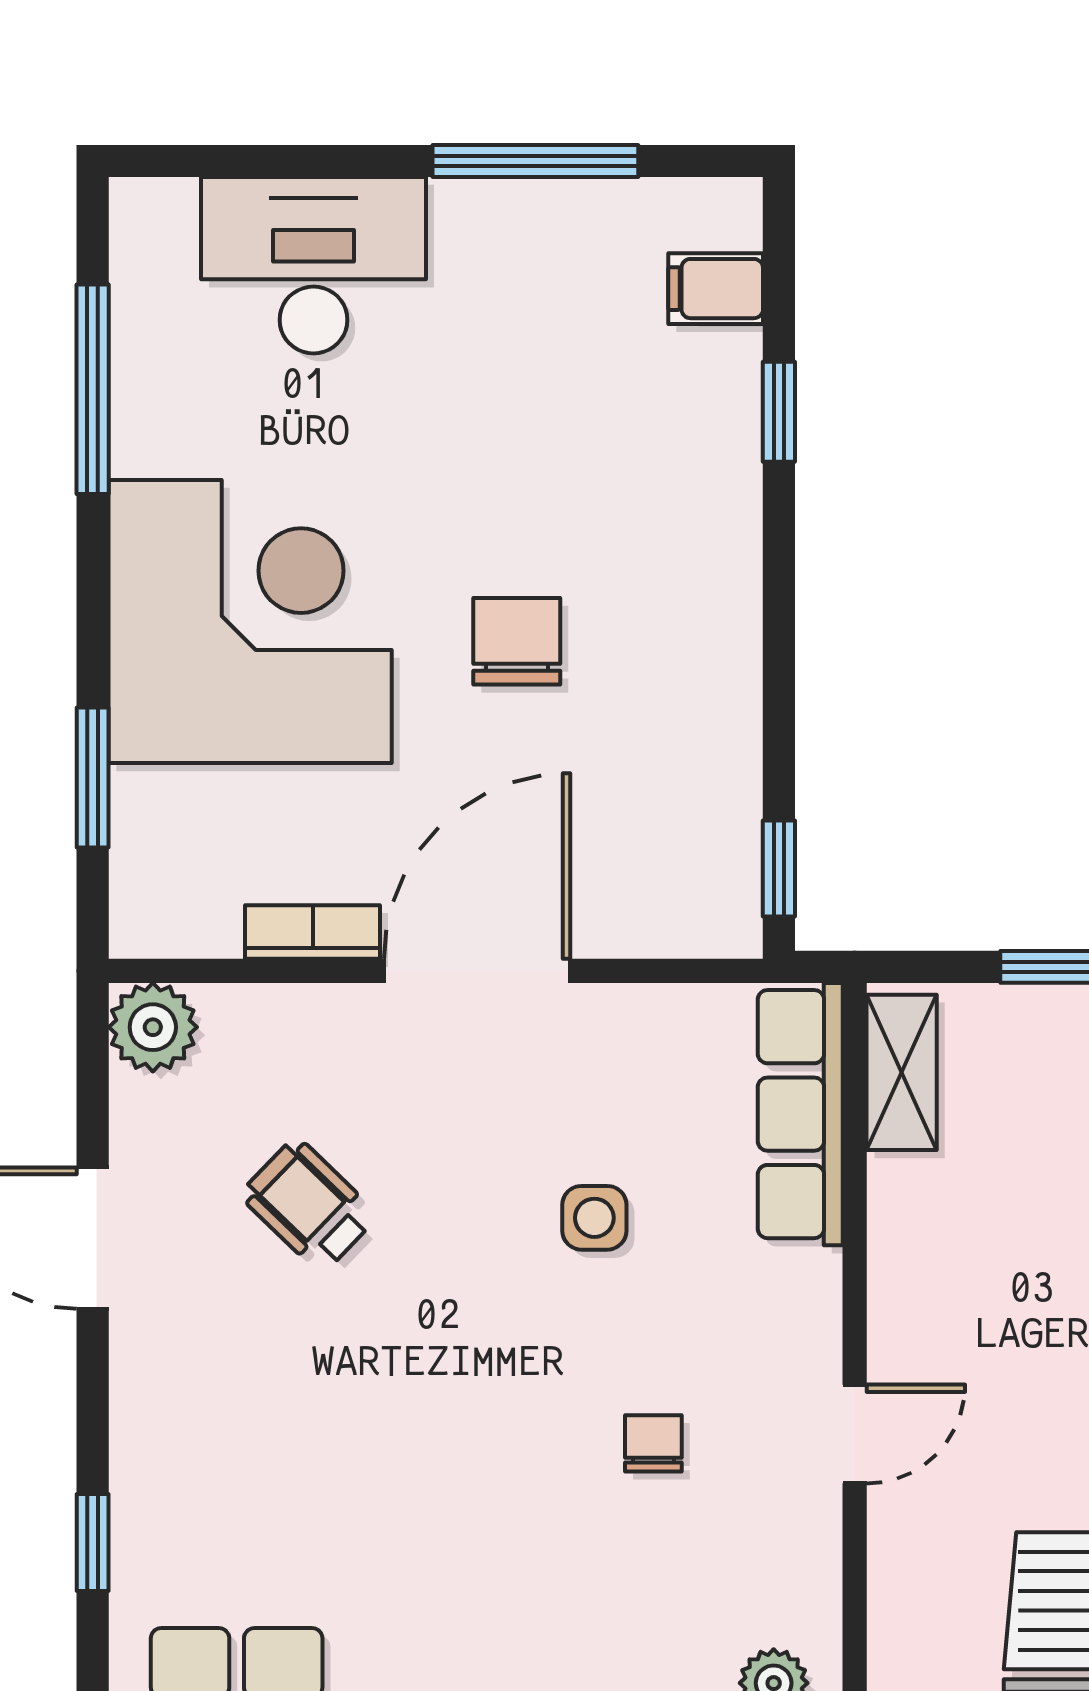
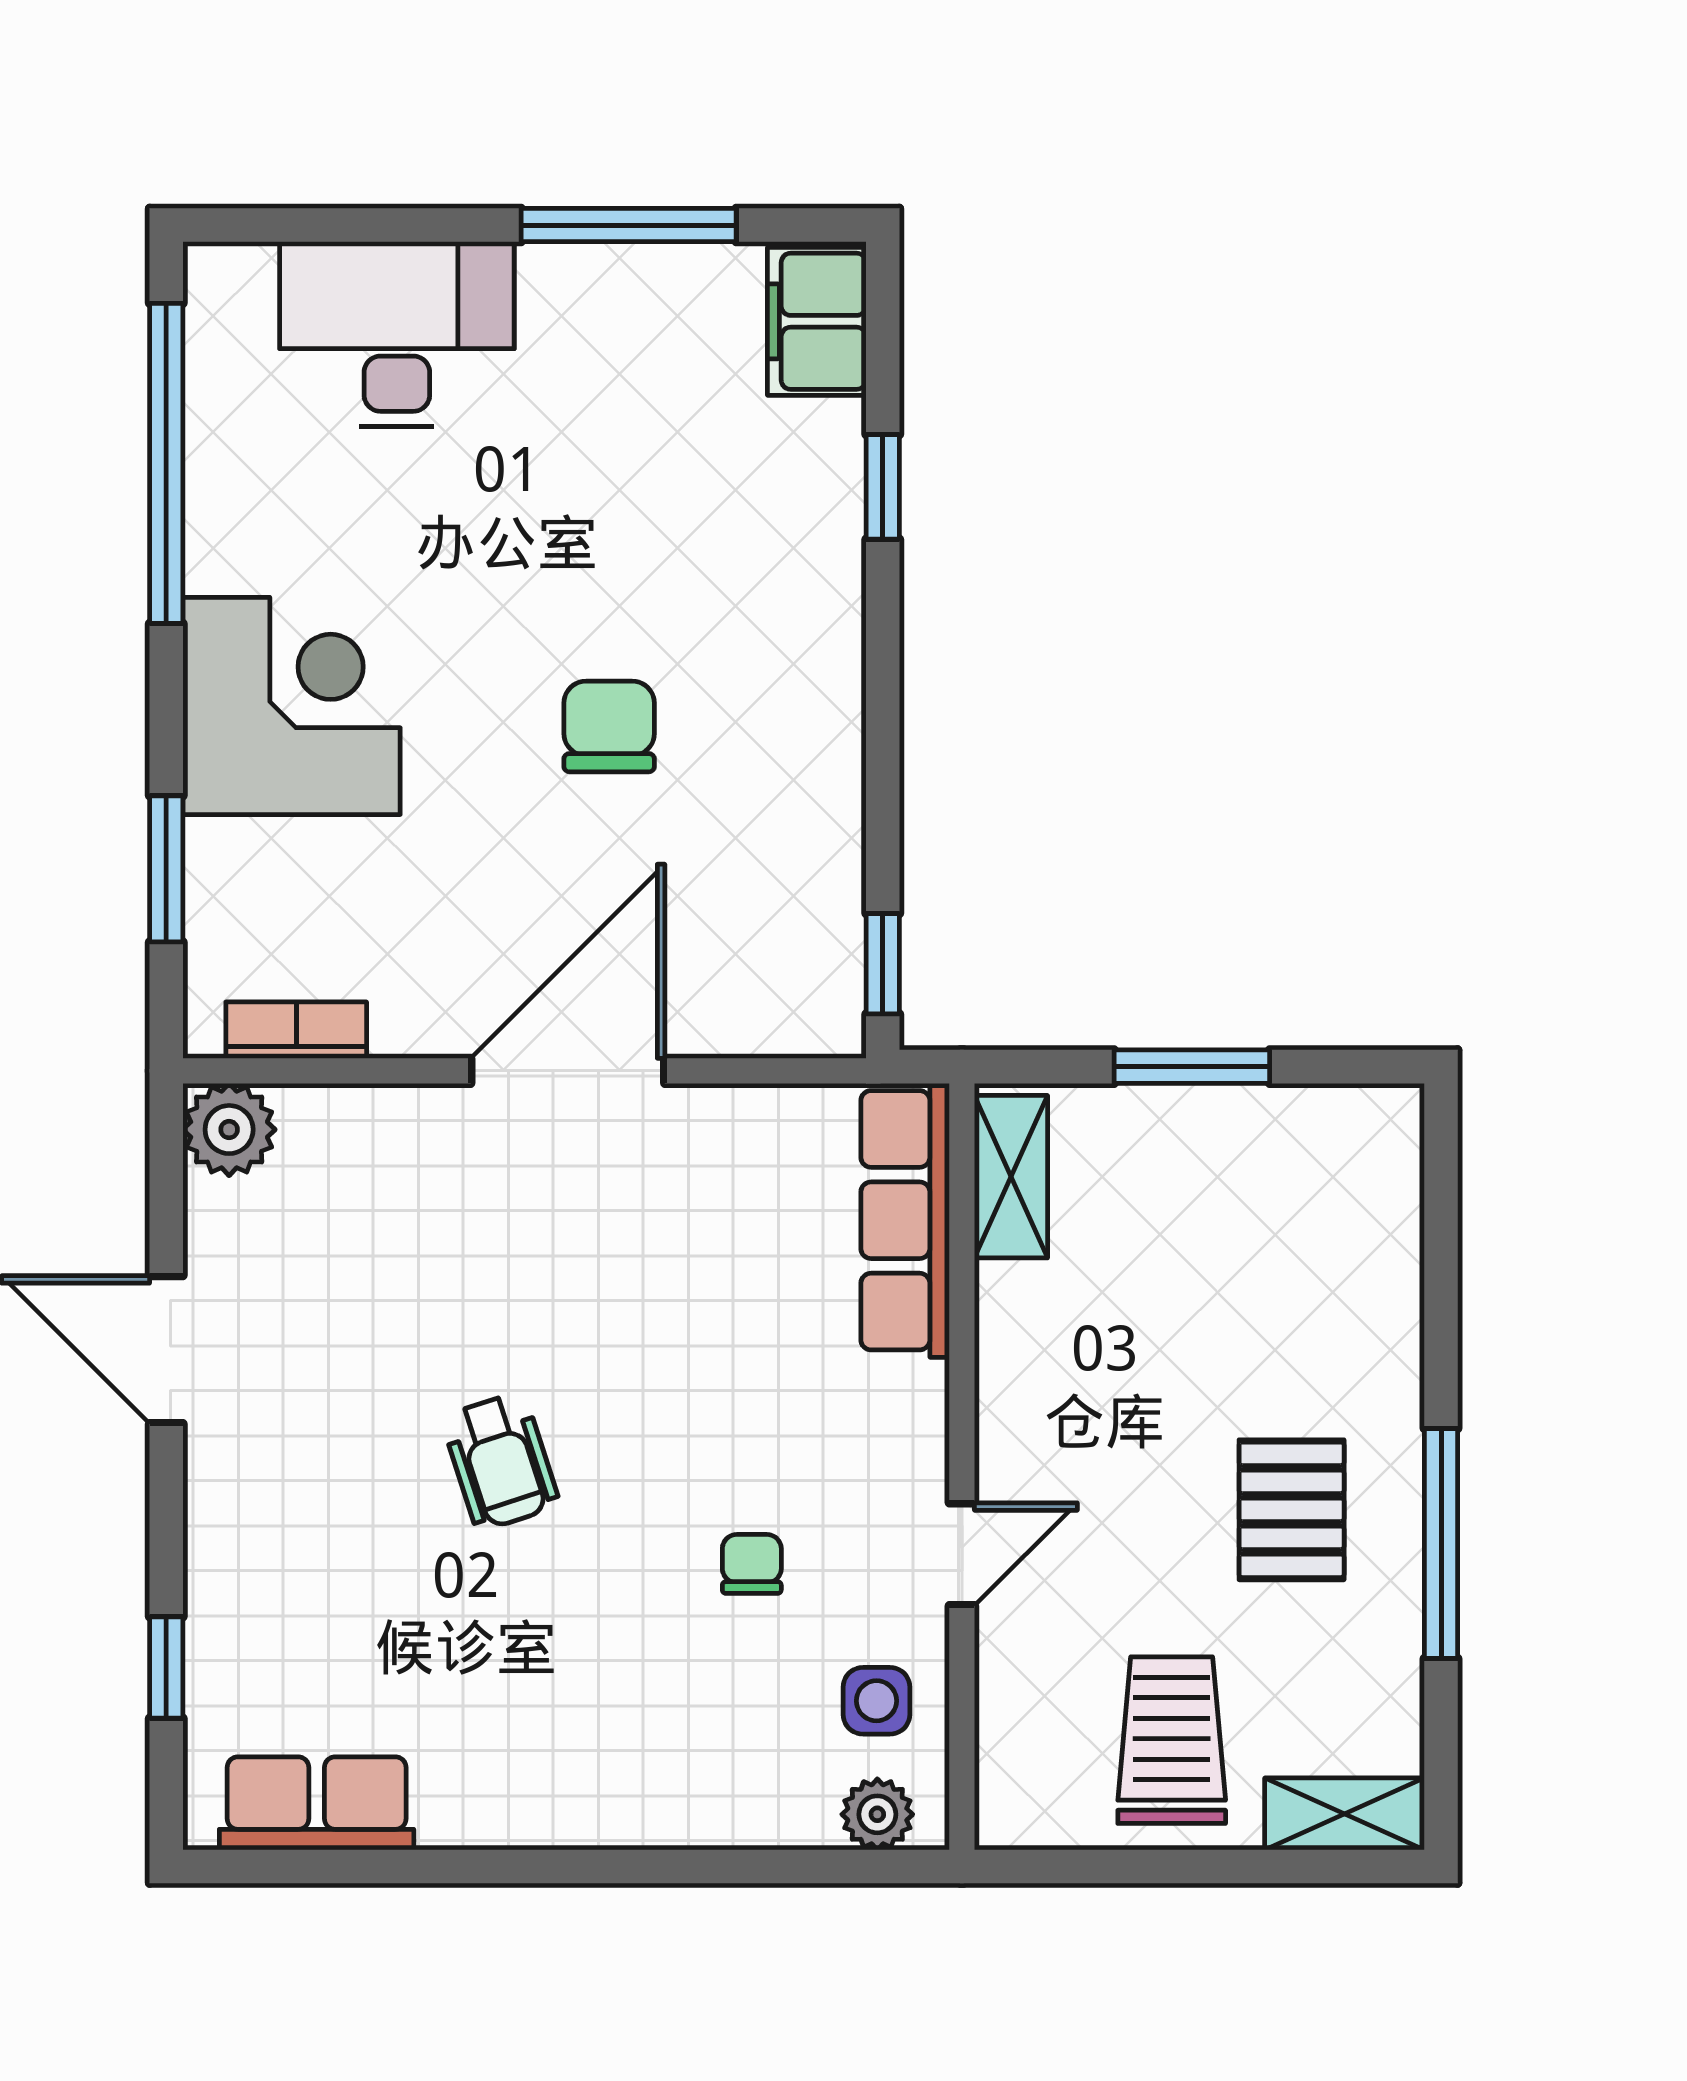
filing cabinet: (716, 289) -> (817, 321), width x2.00
window: (93, 389) -> (166, 463), width x1.46
corner desk: (250, 622) -> (292, 706), width x0.74, depth x0.74
bookcase: (313, 932) -> (296, 1030), moved
wheelchair: (309, 1205) -> (500, 1461), moved, turned -152
side table: (594, 1218) -> (876, 1701), moved

